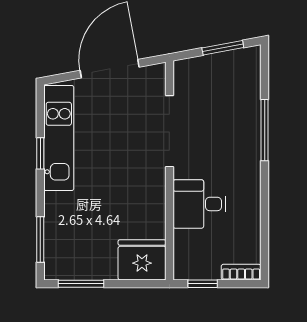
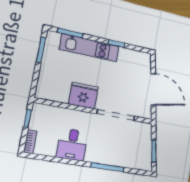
kitchen unit: (59, 138) -> (89, 48), moved
desk: (199, 204) -> (72, 145), moved, turned 180
fridge: (142, 260) -> (83, 95), moved, turned -90

